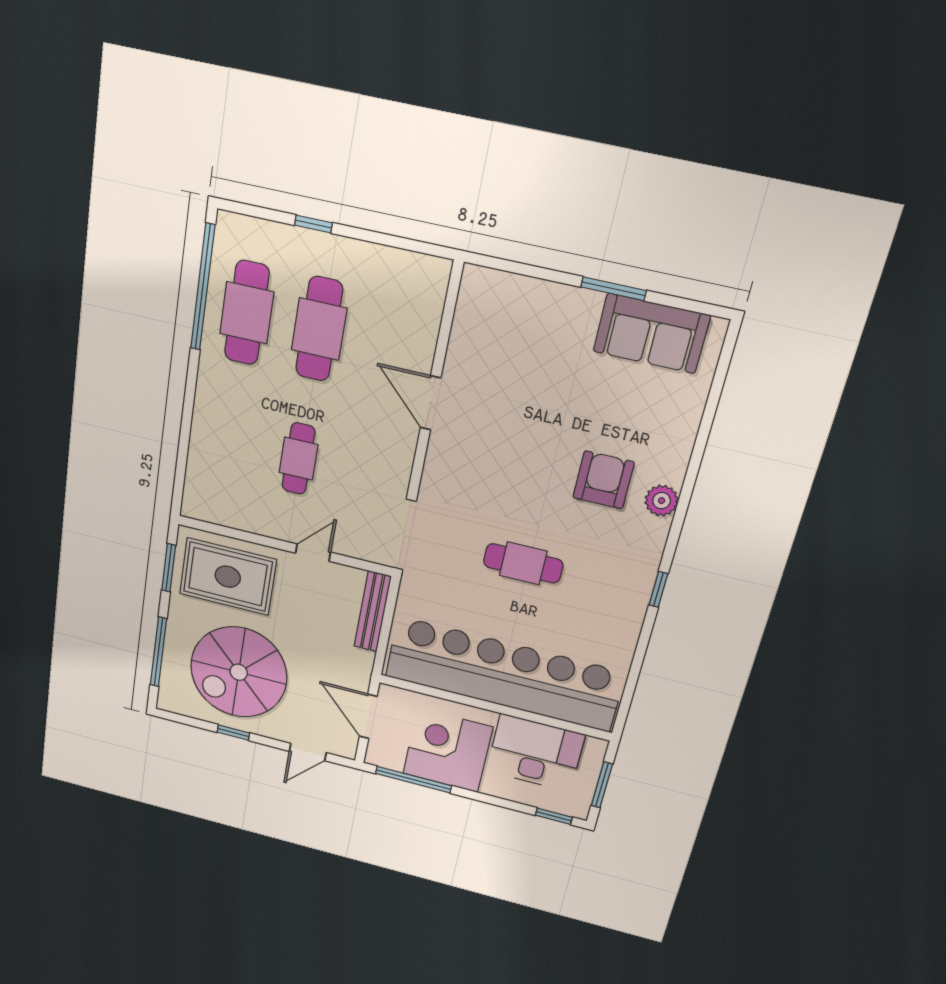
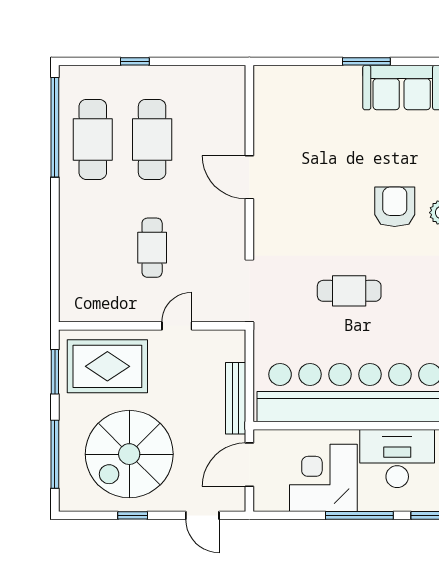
bench: (373, 611) -> (236, 398), moved
door: (368, 716) -> (249, 465), hinge flipped
door: (308, 752) -> (202, 515), hinge flipped
window: (413, 780) -> (359, 515), moved

